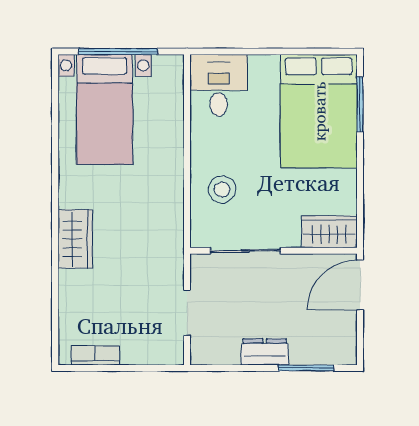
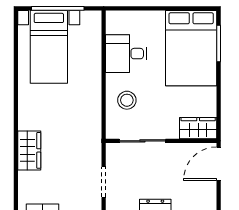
desk: (219, 85) -> (126, 54), moved, turned -90
wardrobe: (75, 239) -> (29, 150), moved

